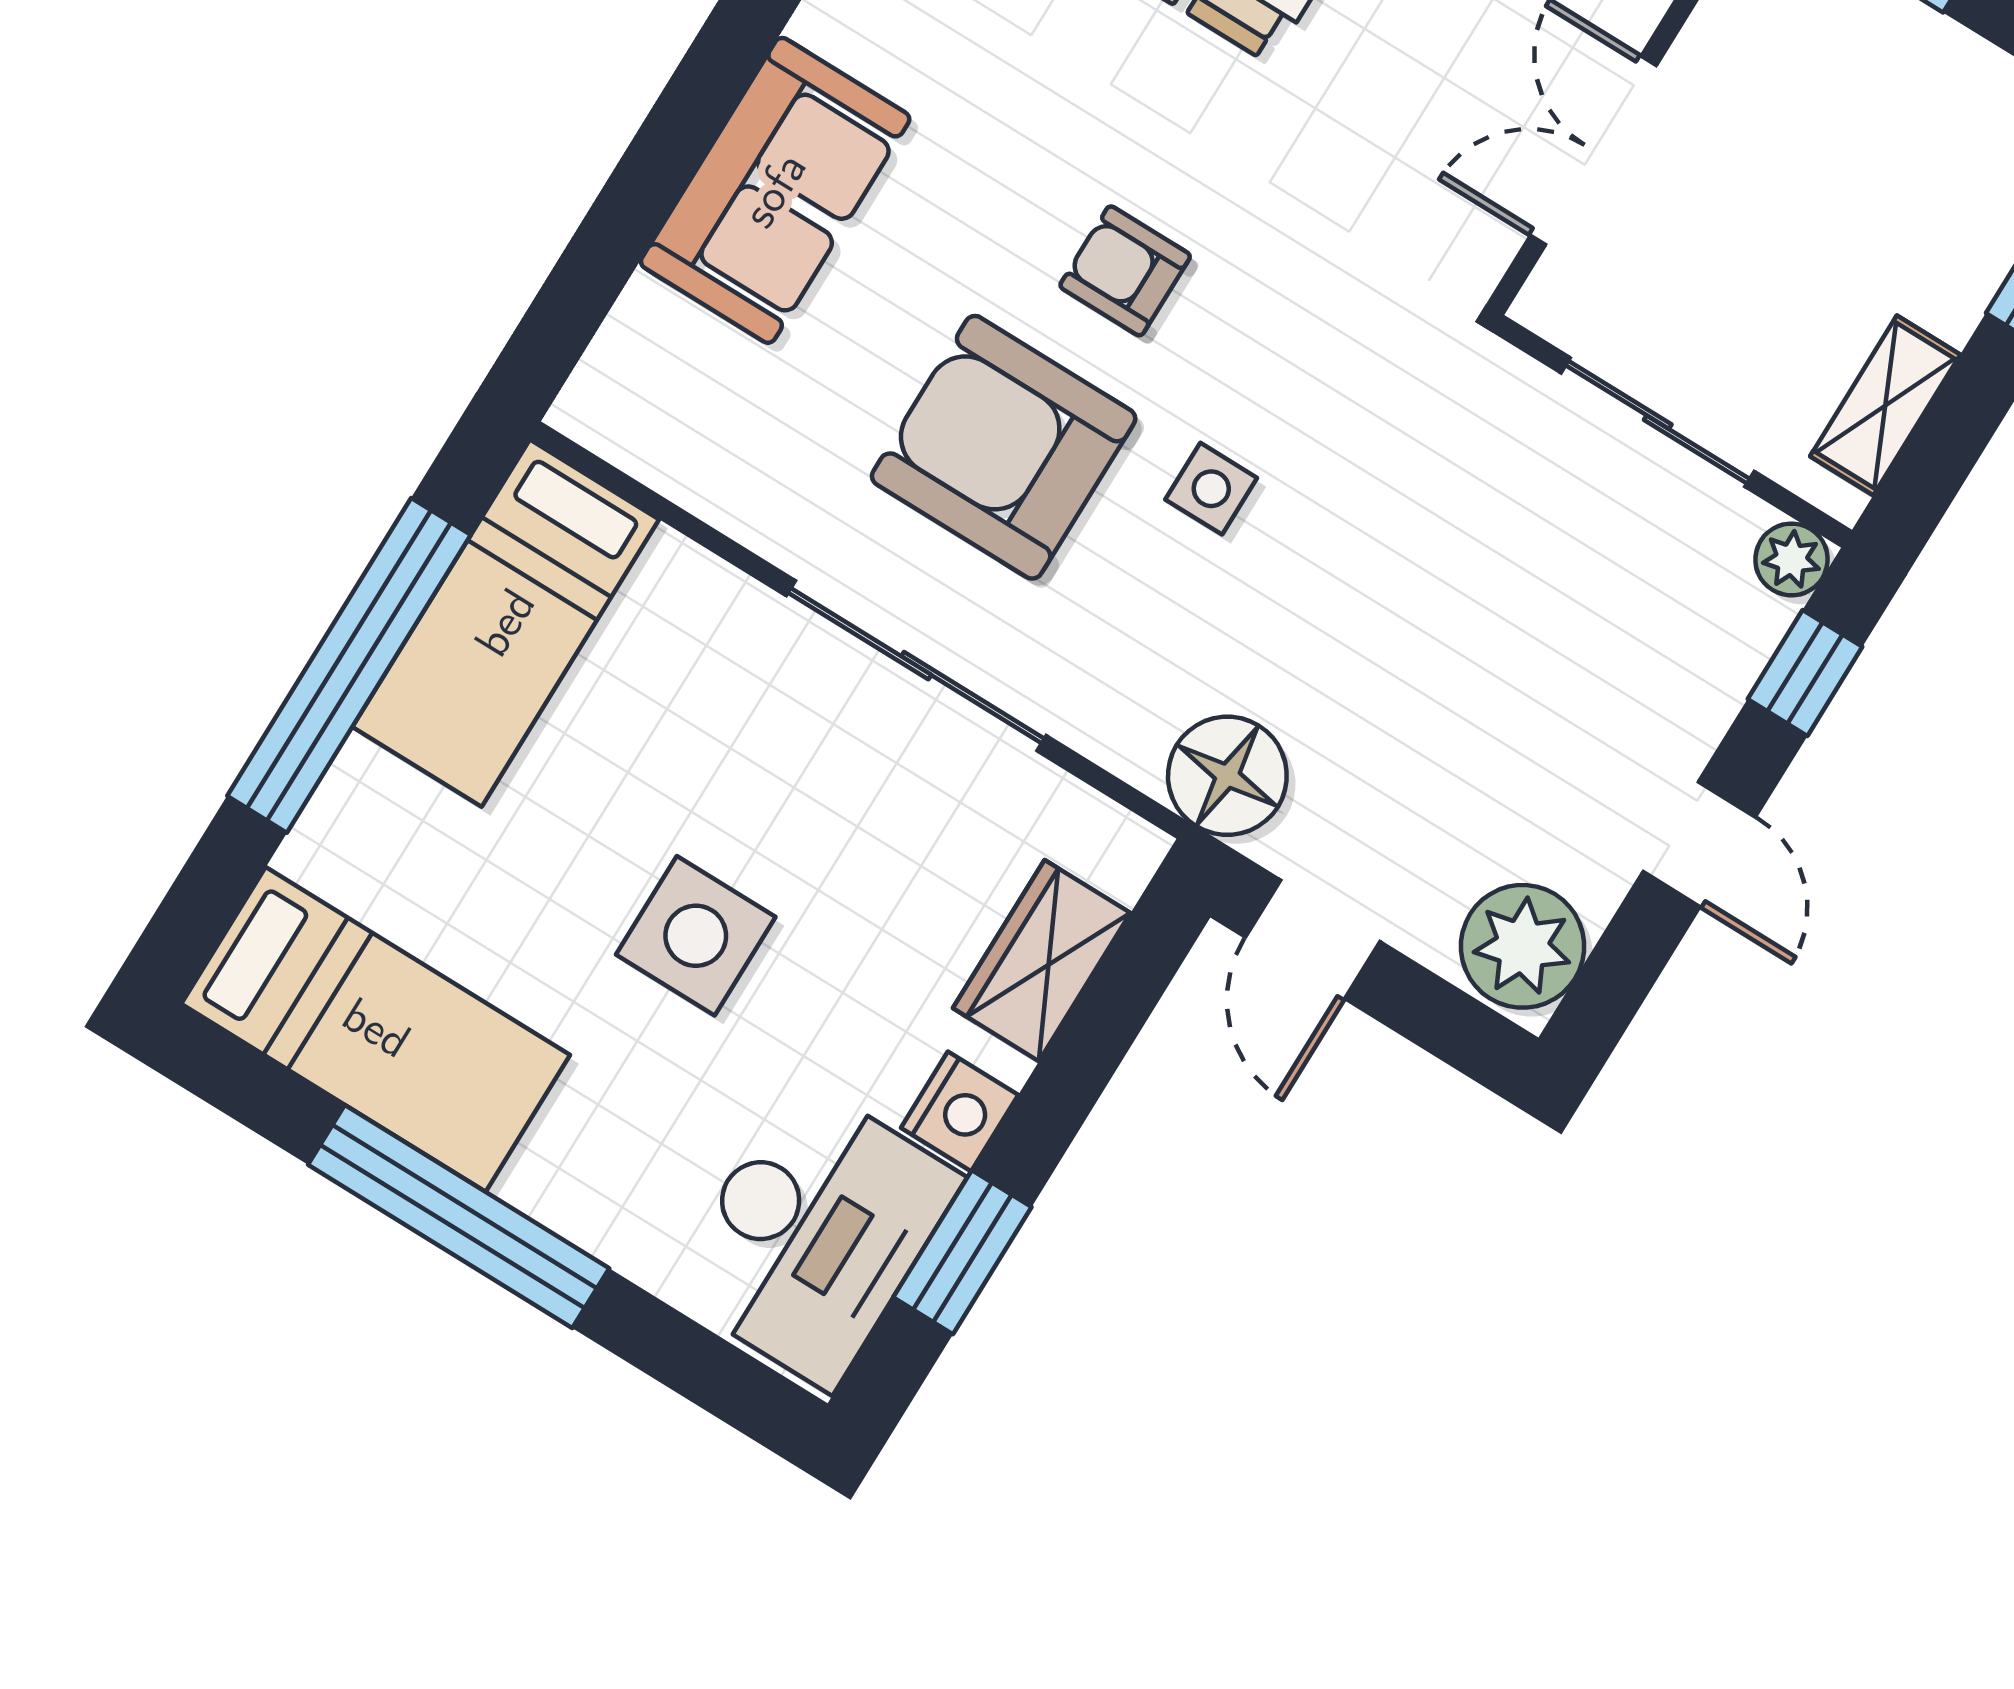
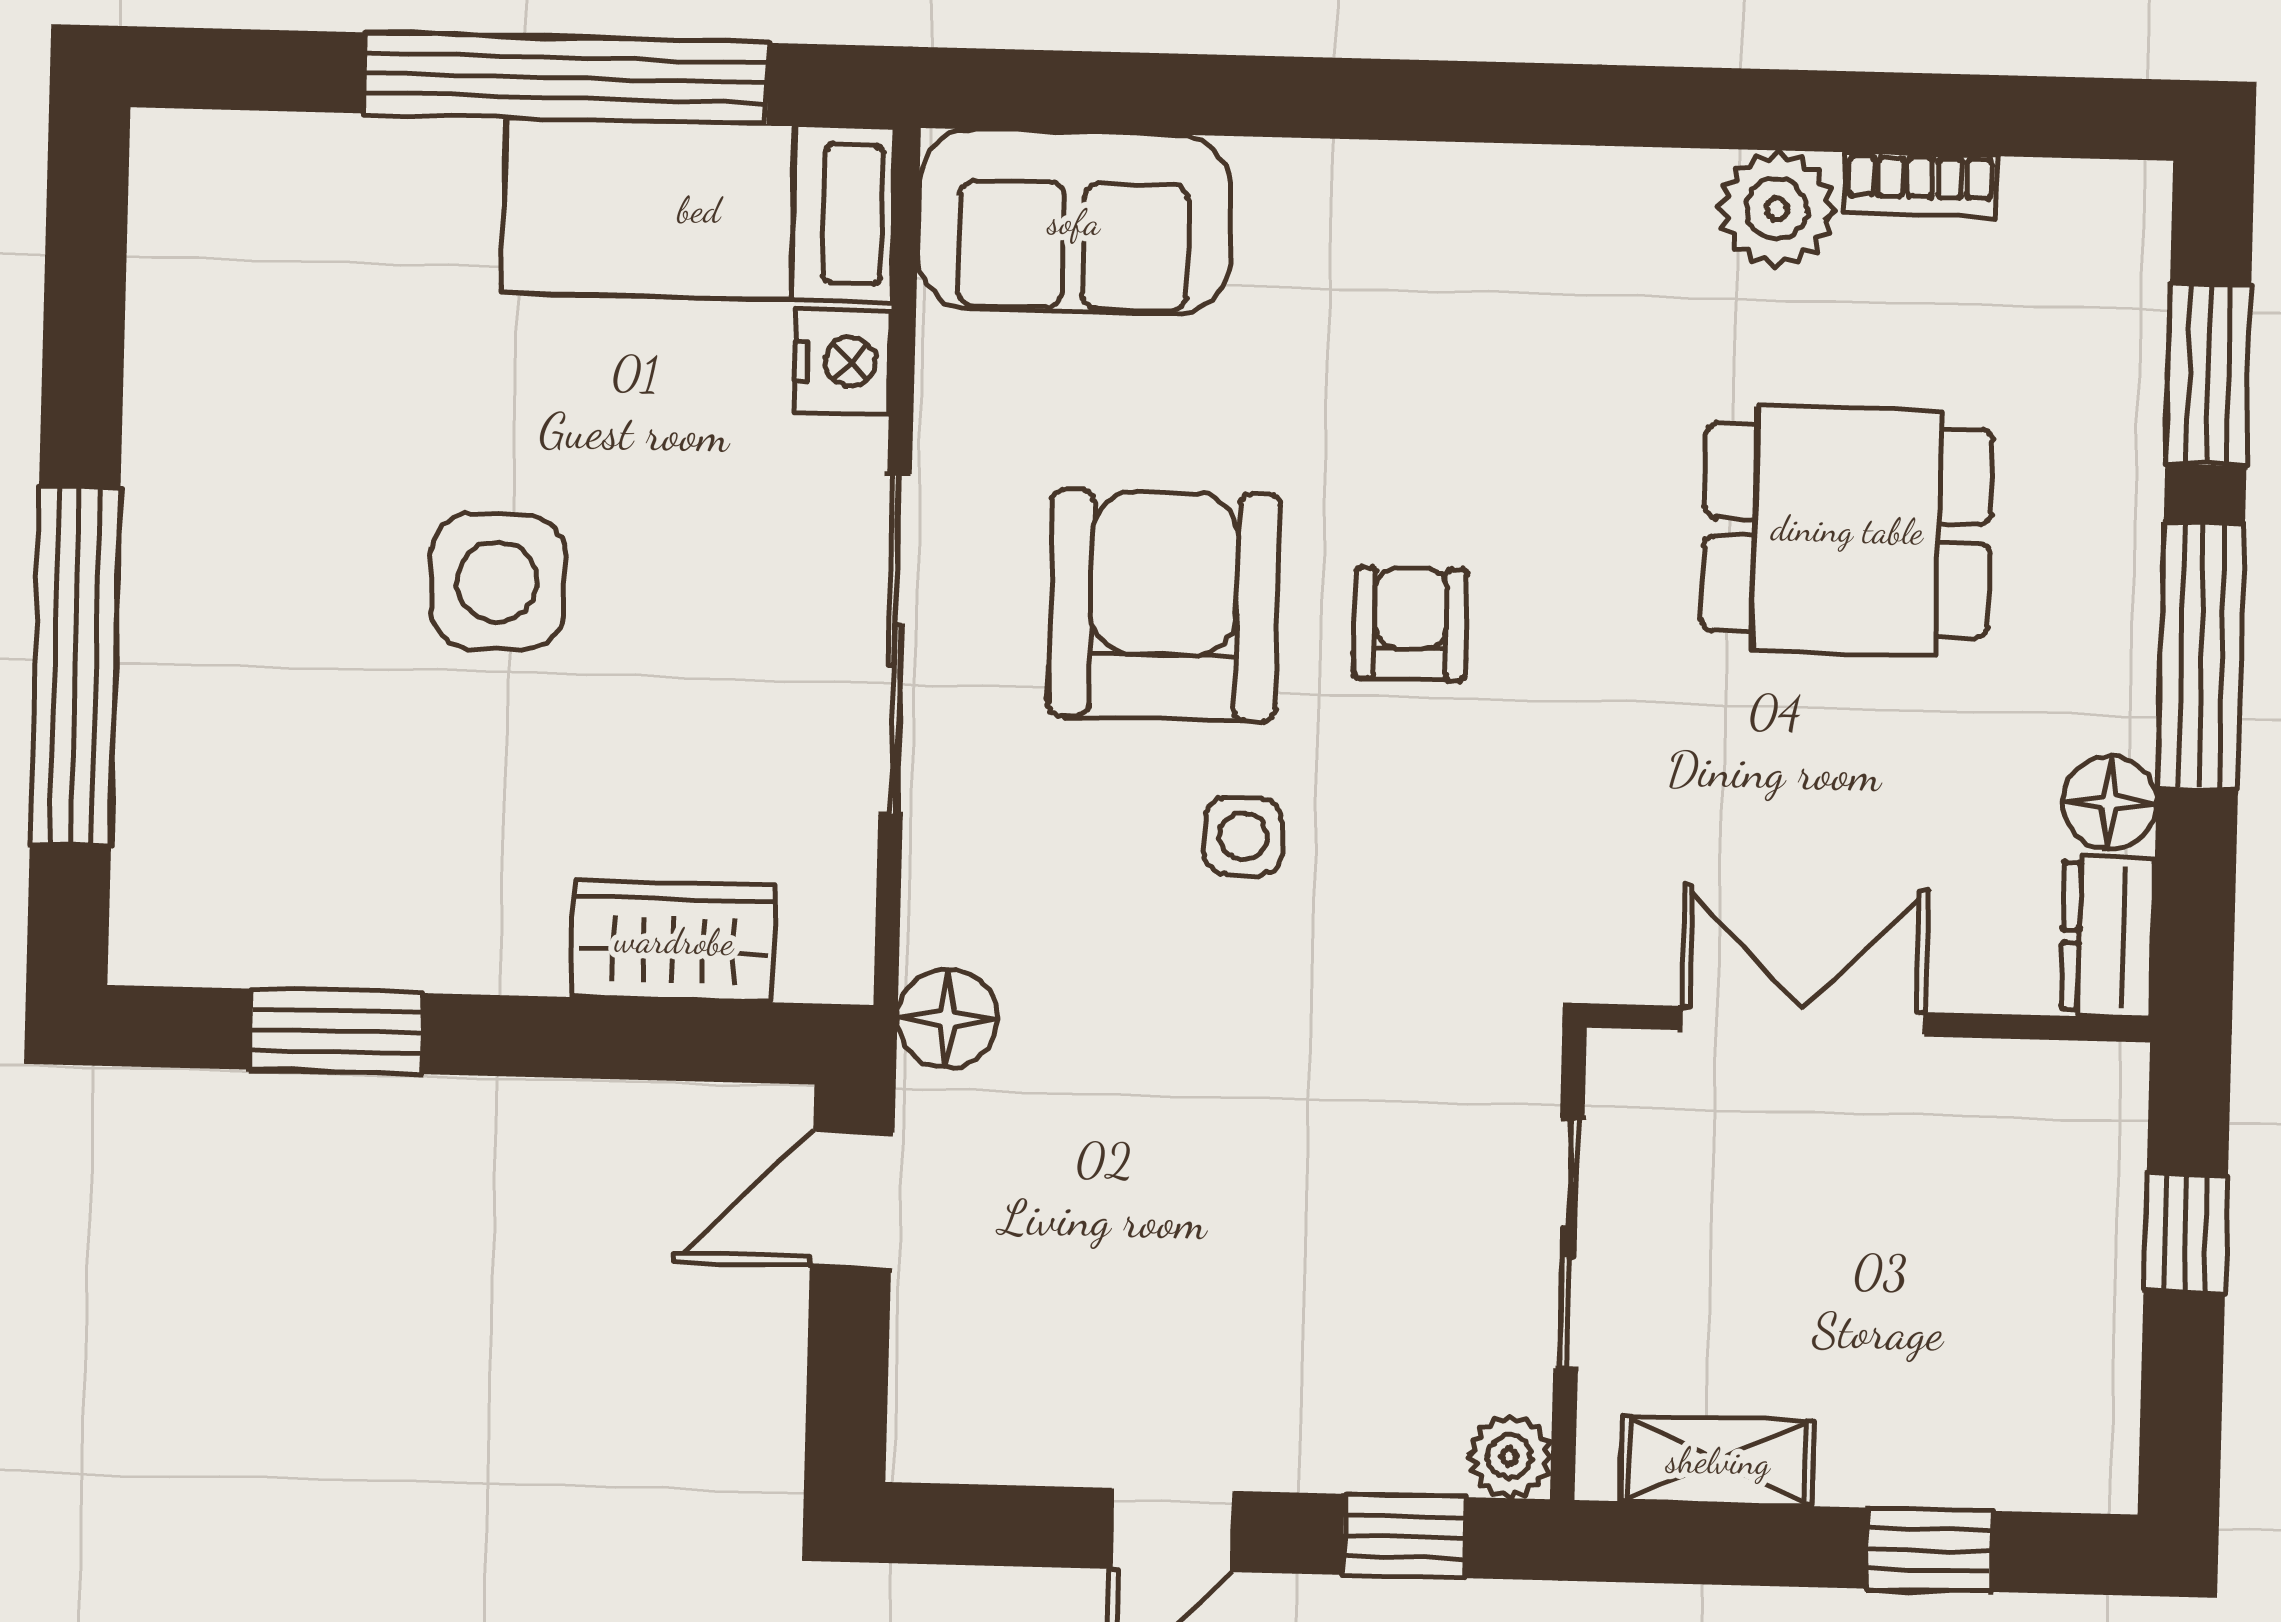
sofa: (775, 190) -> (1074, 222), moved
floor lamp: (1227, 776) -> (947, 1019), width x0.73, depth x0.73
plant: (1523, 946) -> (967, 1413), removed
bed: (376, 1029) -> (218, 316), removed
nightstand: (960, 1111) -> (842, 362), moved, turned -90
window: (459, 1217) -> (75, 666), moved
desk: (814, 1234) -> (269, 872), removed

